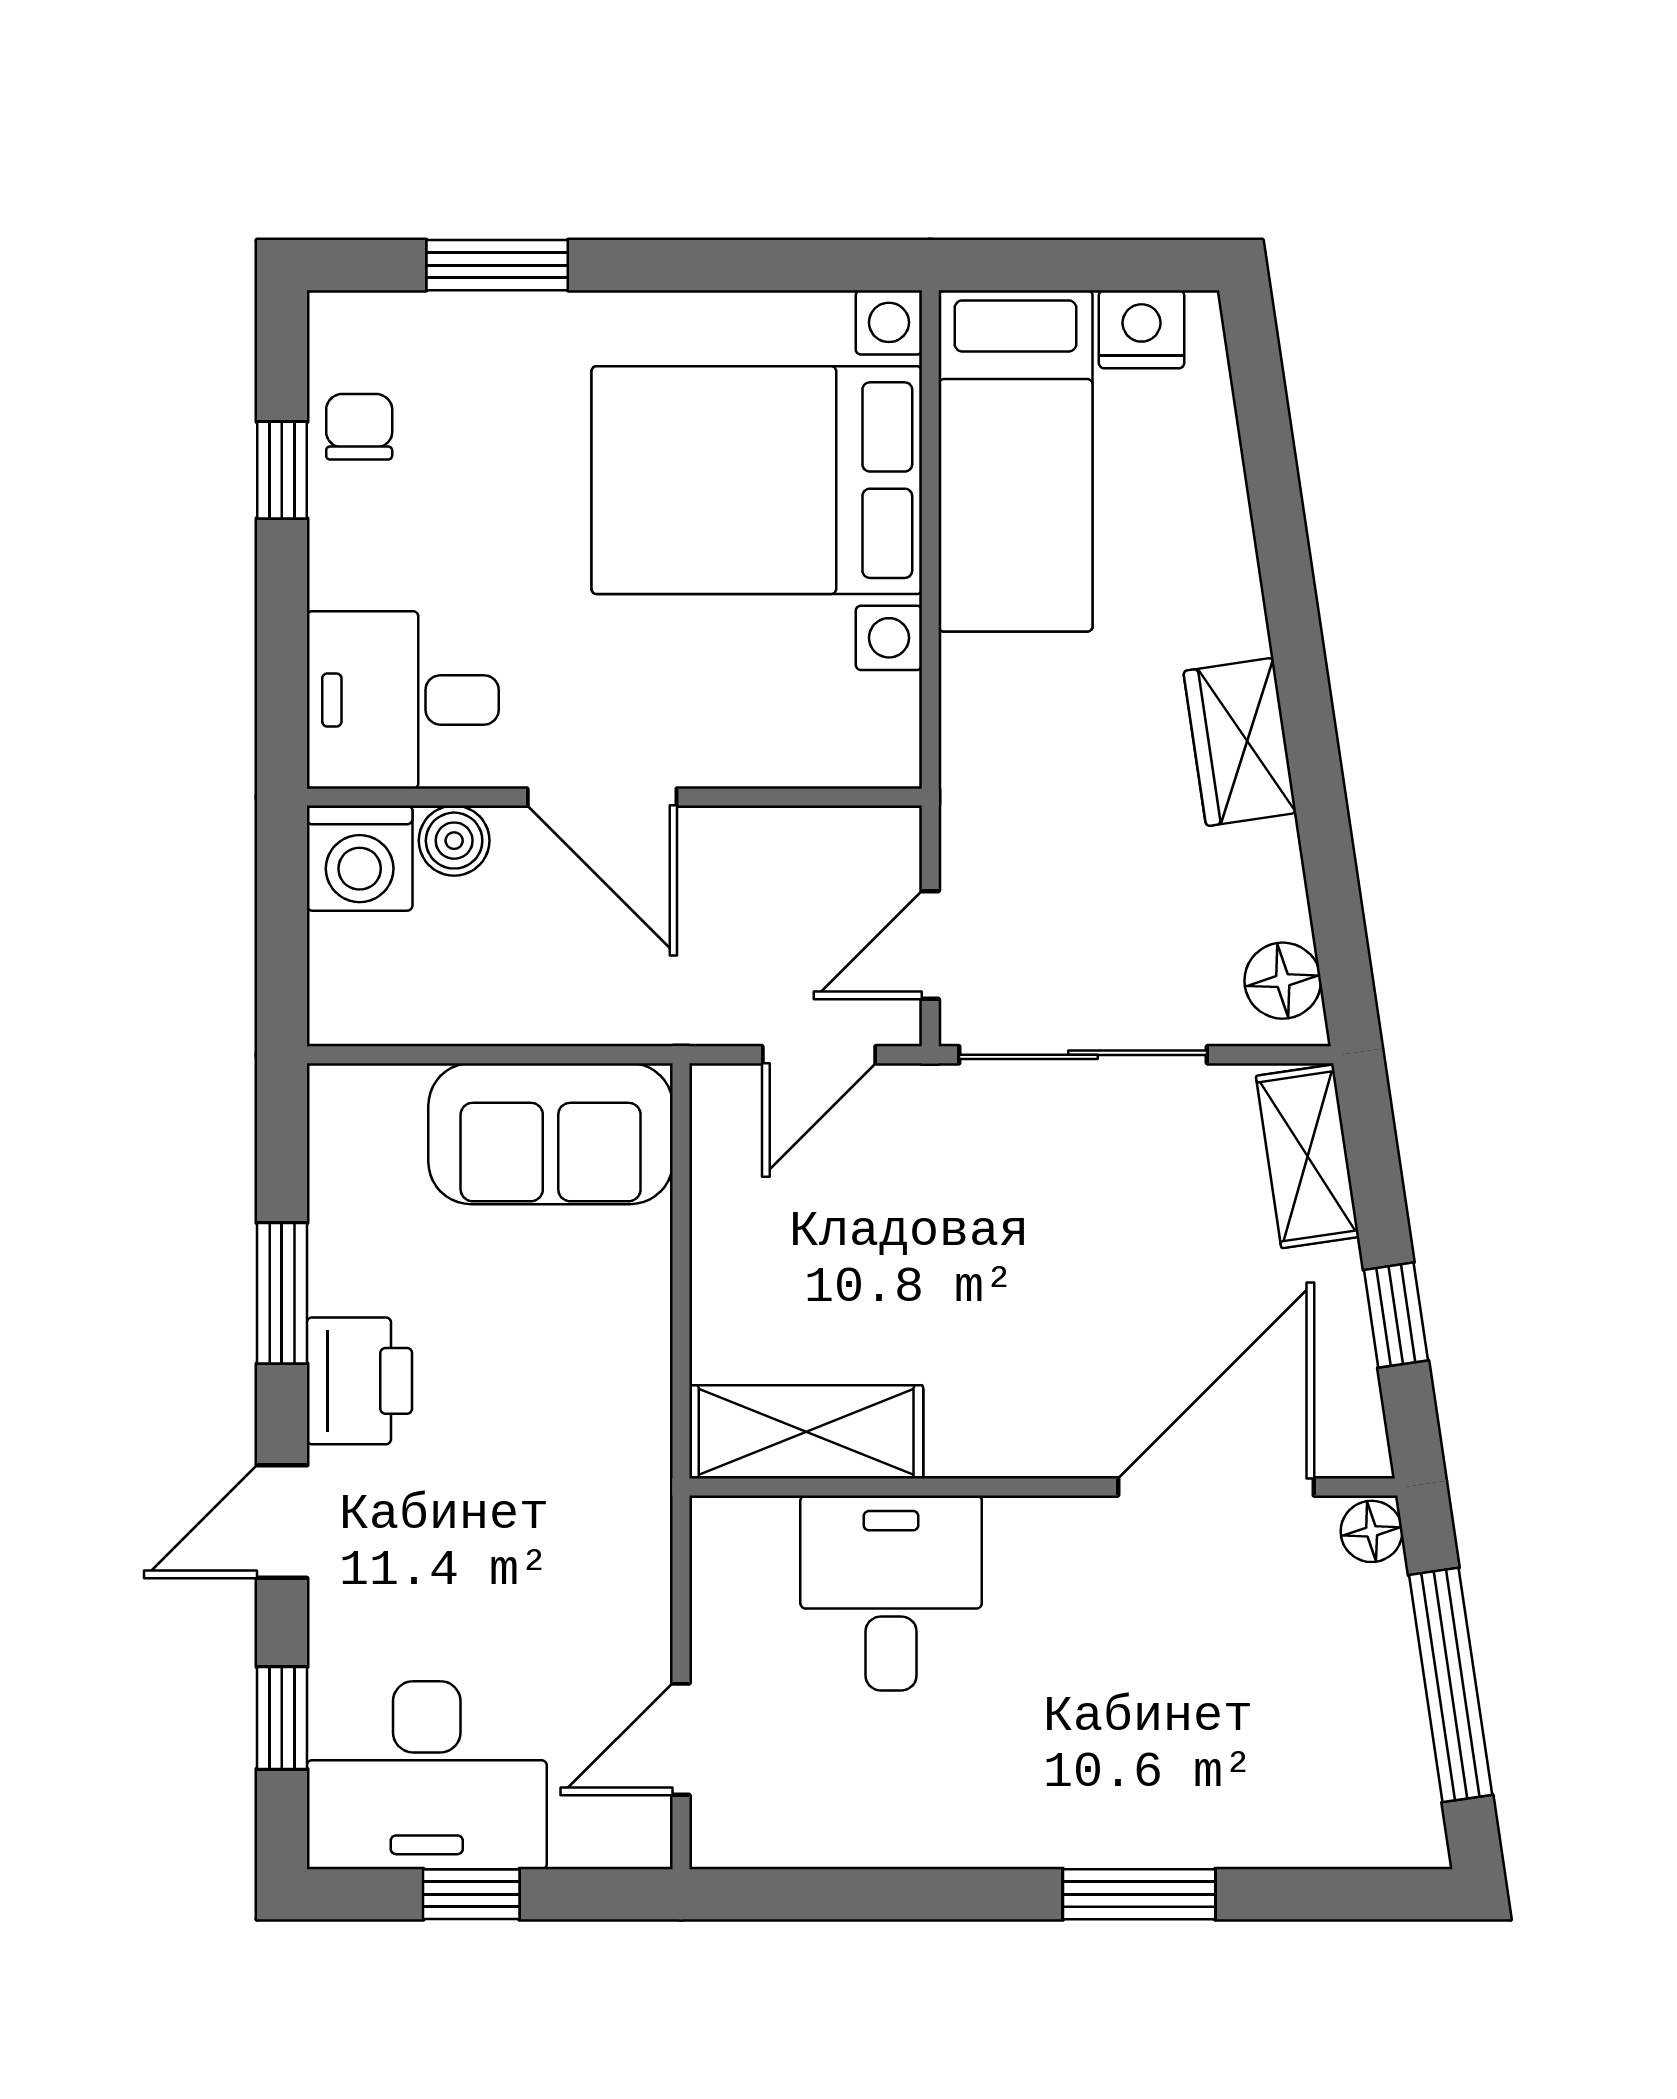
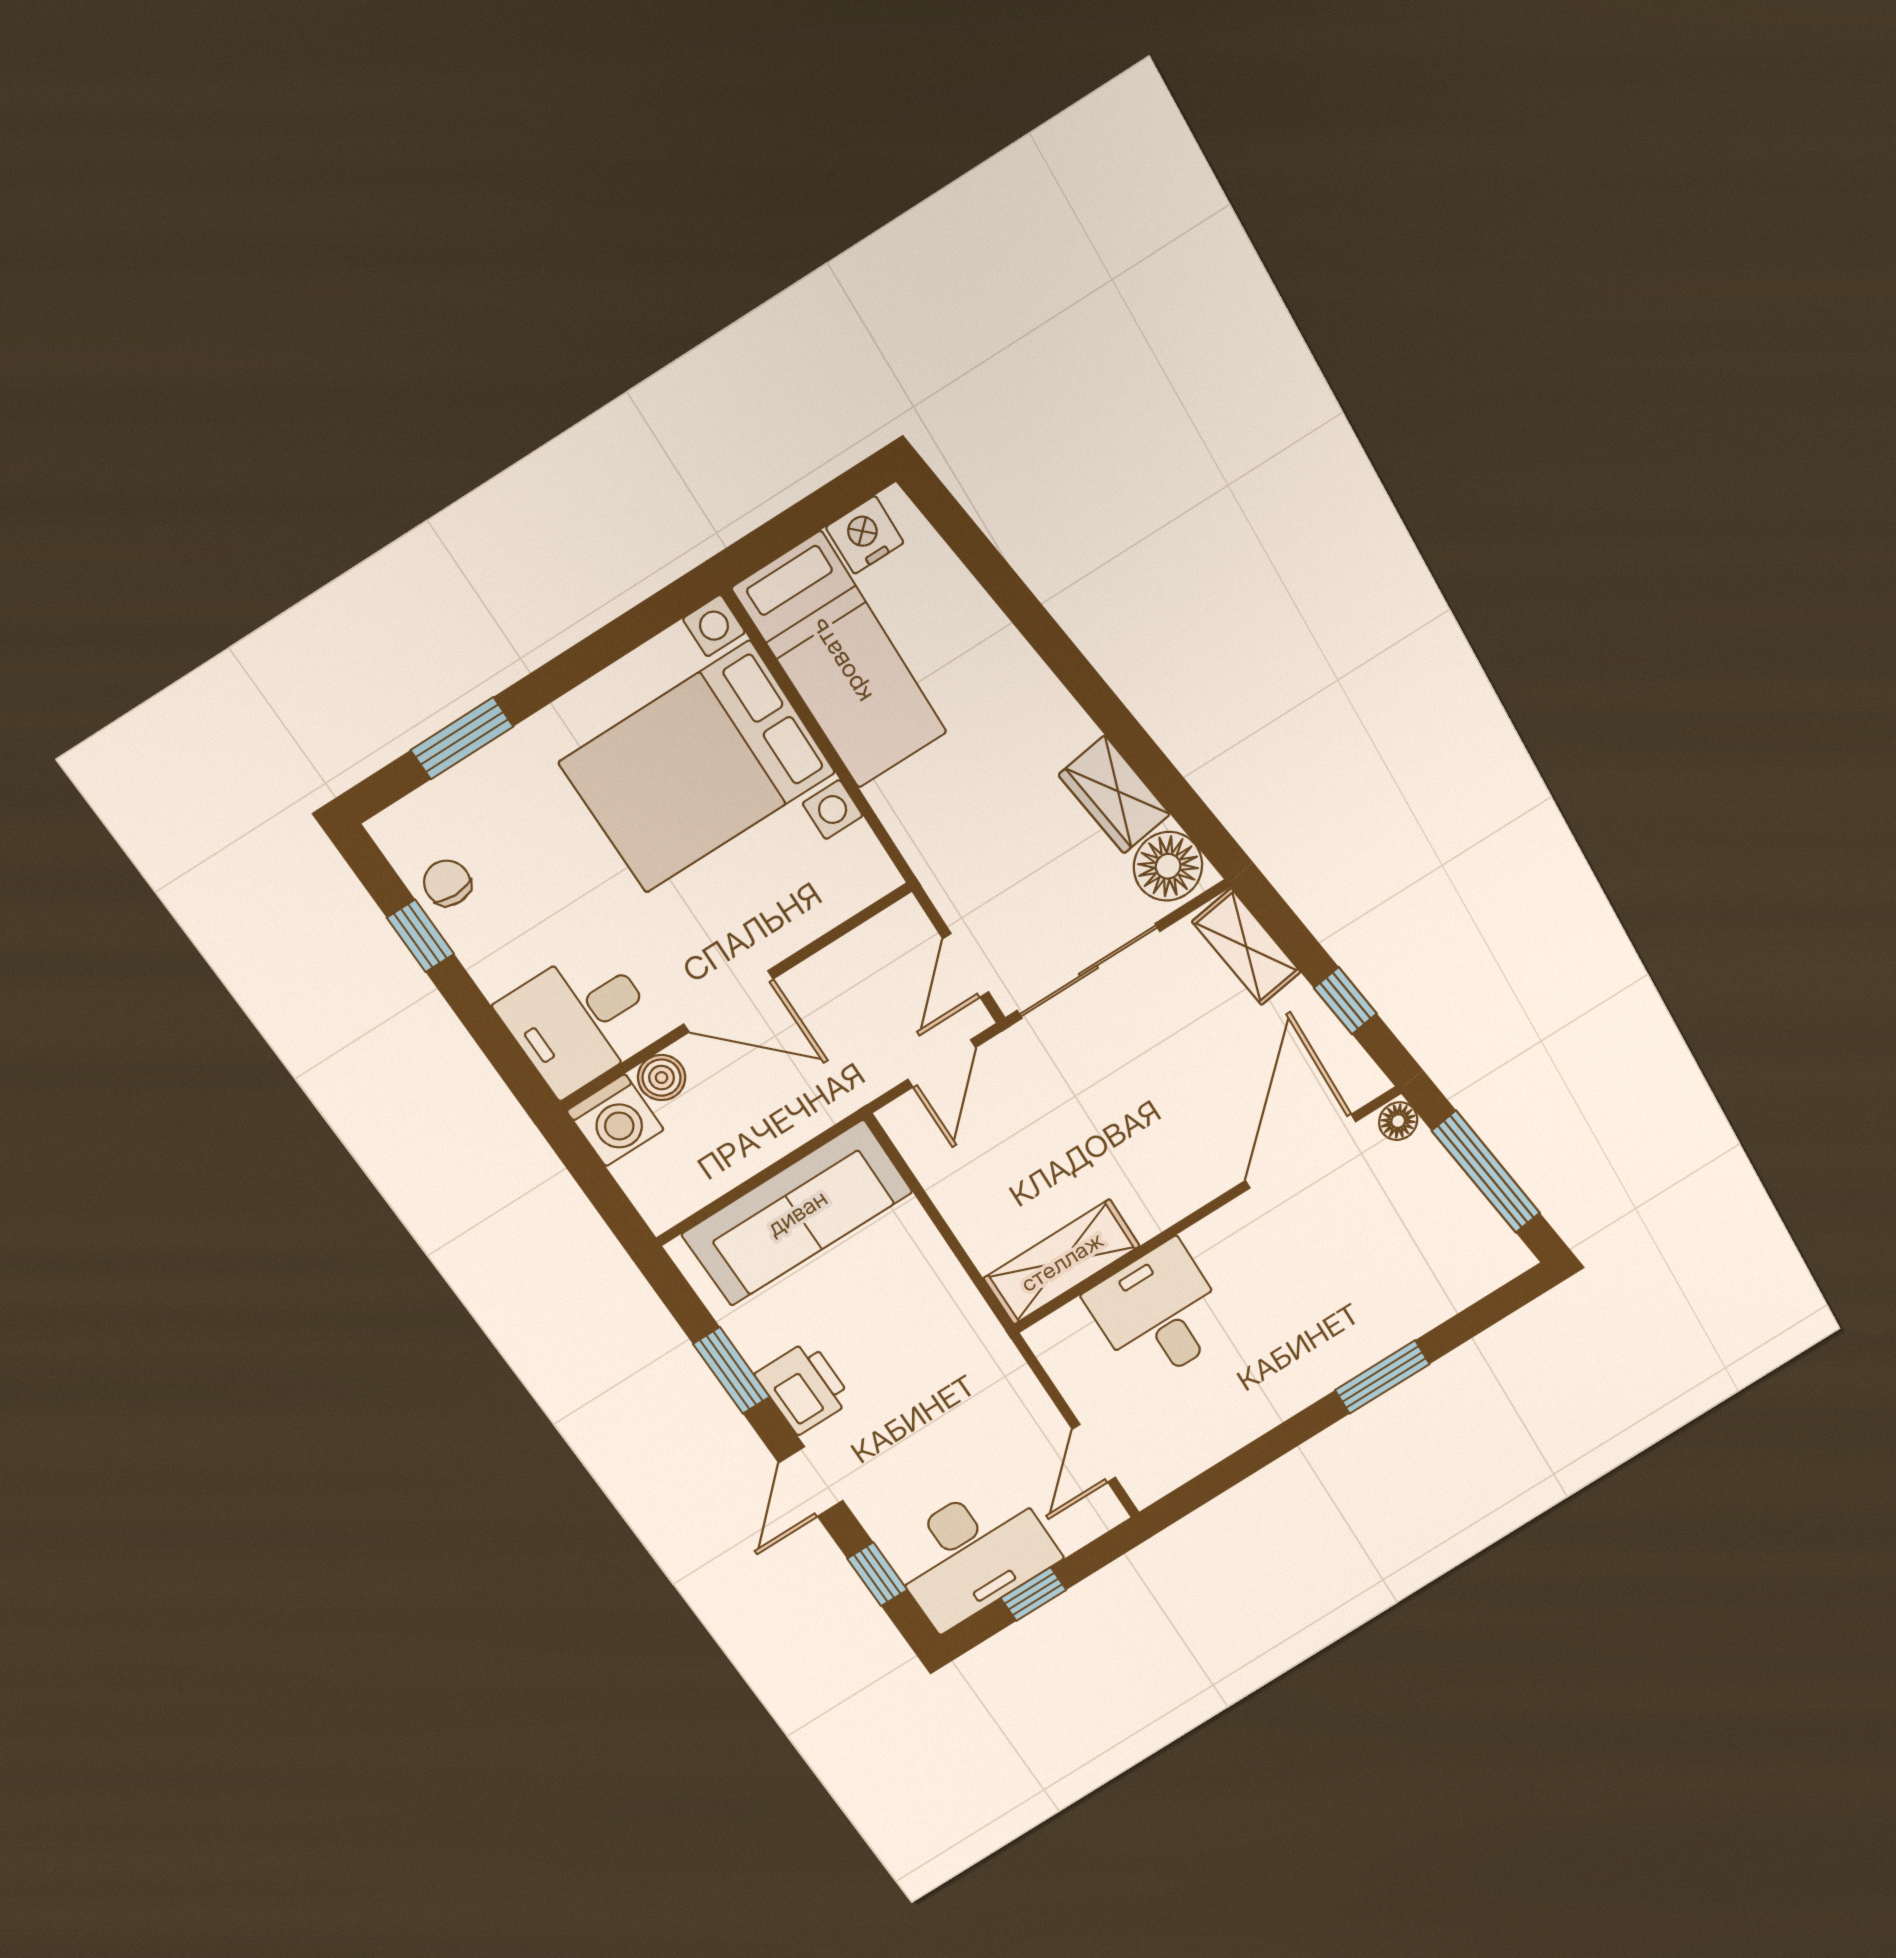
wardrobe: (1240, 742) -> (1114, 795), moved
floor lamp: (1283, 981) -> (1168, 866), width x1.38, depth x1.38
sofa: (551, 1134) -> (797, 1213), width x1.36

